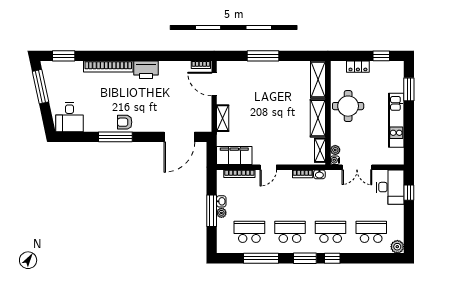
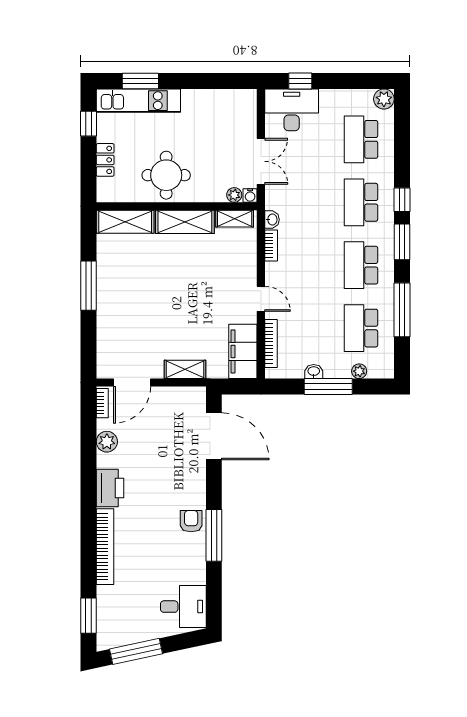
window: (263, 56) -> (89, 286), moved
plant: (176, 68) -> (107, 442), added
kitchen unit: (396, 120) -> (138, 101), moved
armchair: (125, 122) -> (191, 521), turned 180
plant: (221, 213) -> (359, 371), moved

